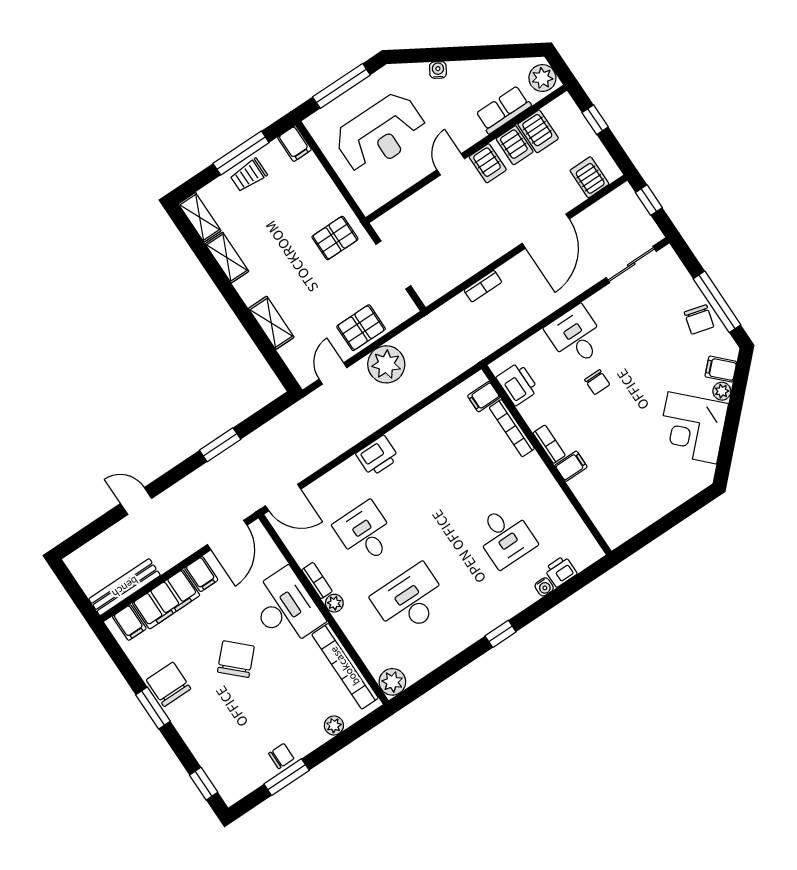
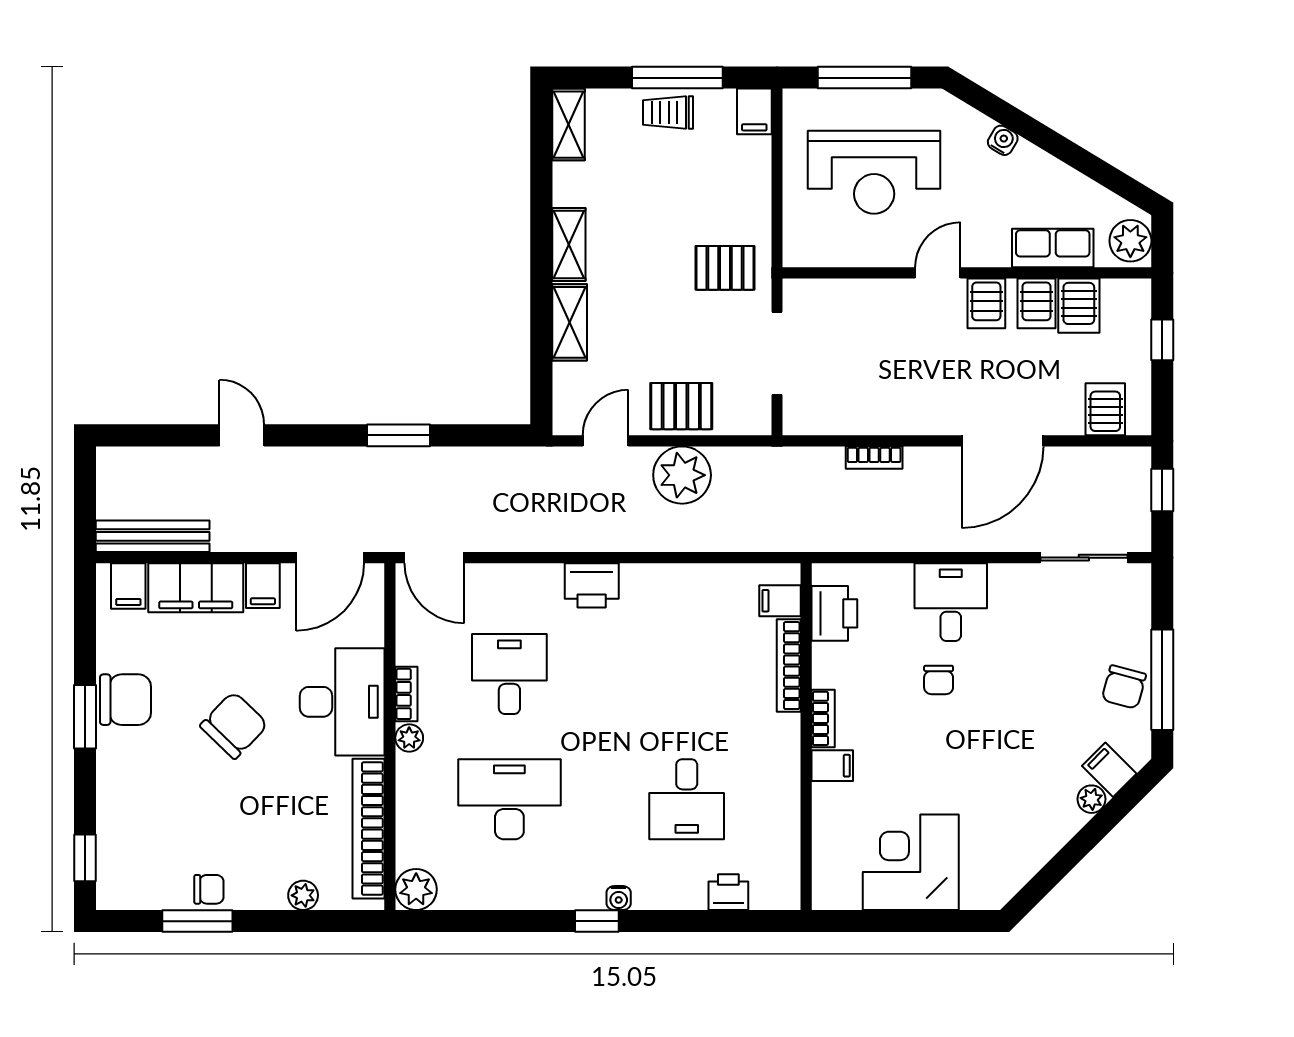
shelving: (227, 258) -> (569, 245), moved
corner desk: (692, 428) -> (911, 862), moved, turned 45
water cooler: (544, 587) -> (619, 898), moved
chair: (169, 684) -> (126, 700), turned 90

